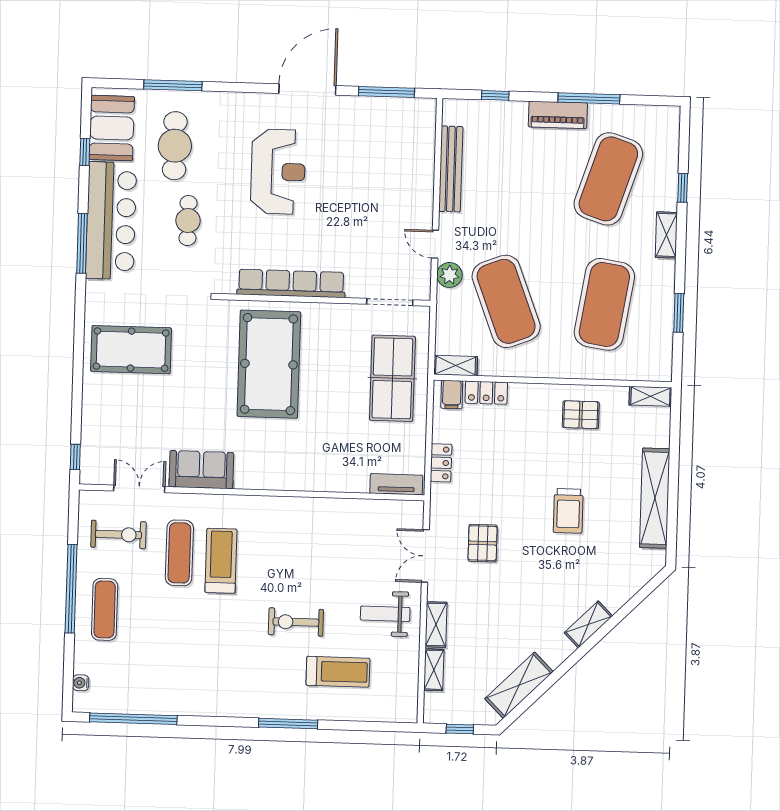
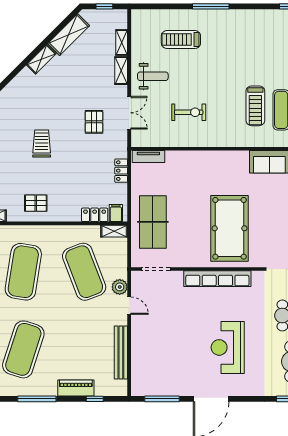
piano: (558, 115) -> (76, 388), moved
exercise bike: (296, 622) -> (189, 112), moved
shelving: (588, 624) -> (41, 59), moved

